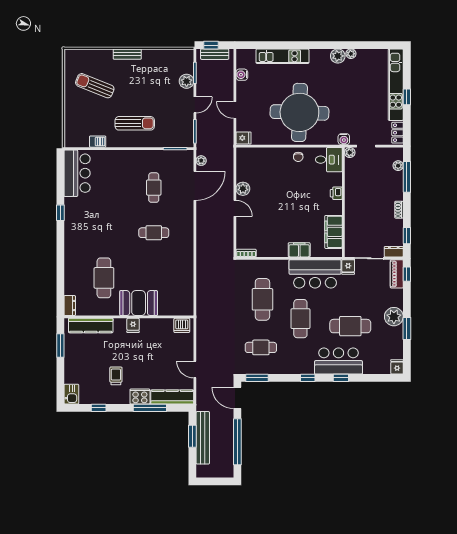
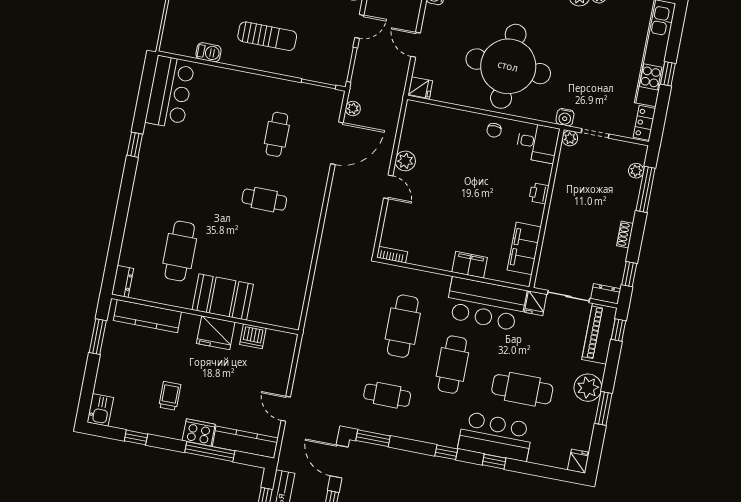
piano: (397, 274) -> (599, 334), width x1.37, depth x1.33
fridge: (133, 325) -> (216, 333), width x1.88, depth x1.34
dishwasher: (182, 325) -> (253, 336), moved

